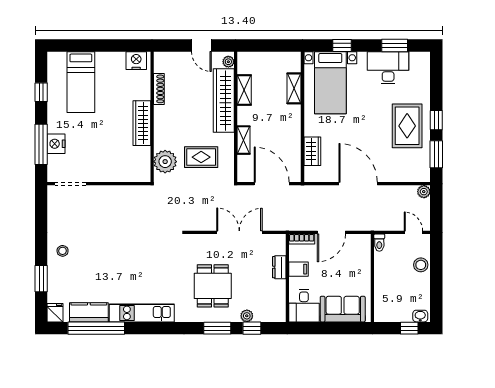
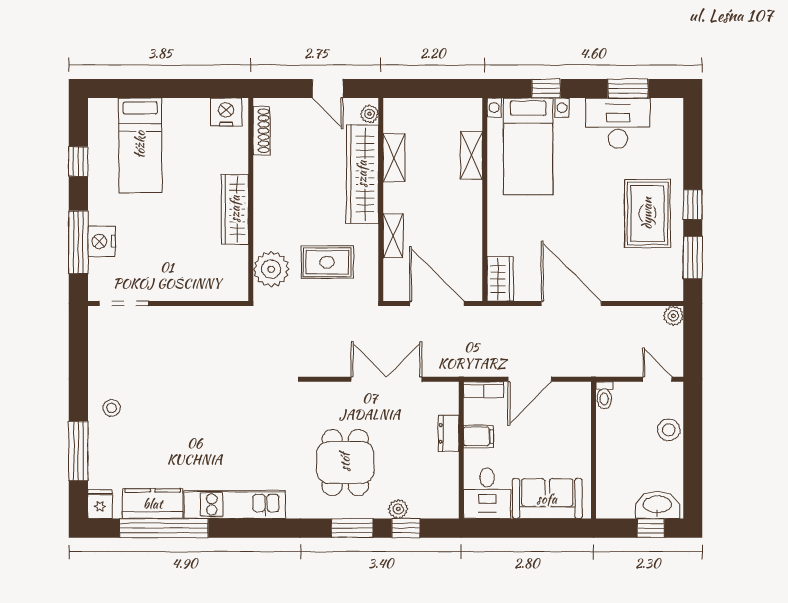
shoe rack: (159, 89) -> (261, 131), moved
wardrobe: (312, 151) -> (500, 279), moved
window: (41, 279) -> (78, 451), width x1.44
washbasin: (420, 316) -> (657, 505), width x1.91, depth x1.45

